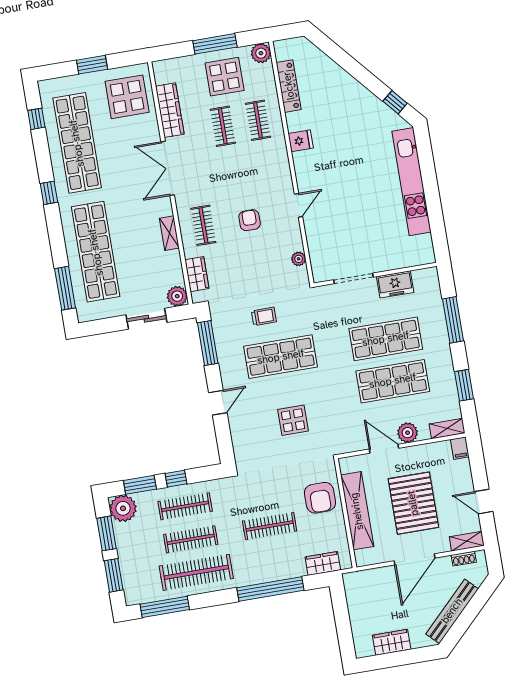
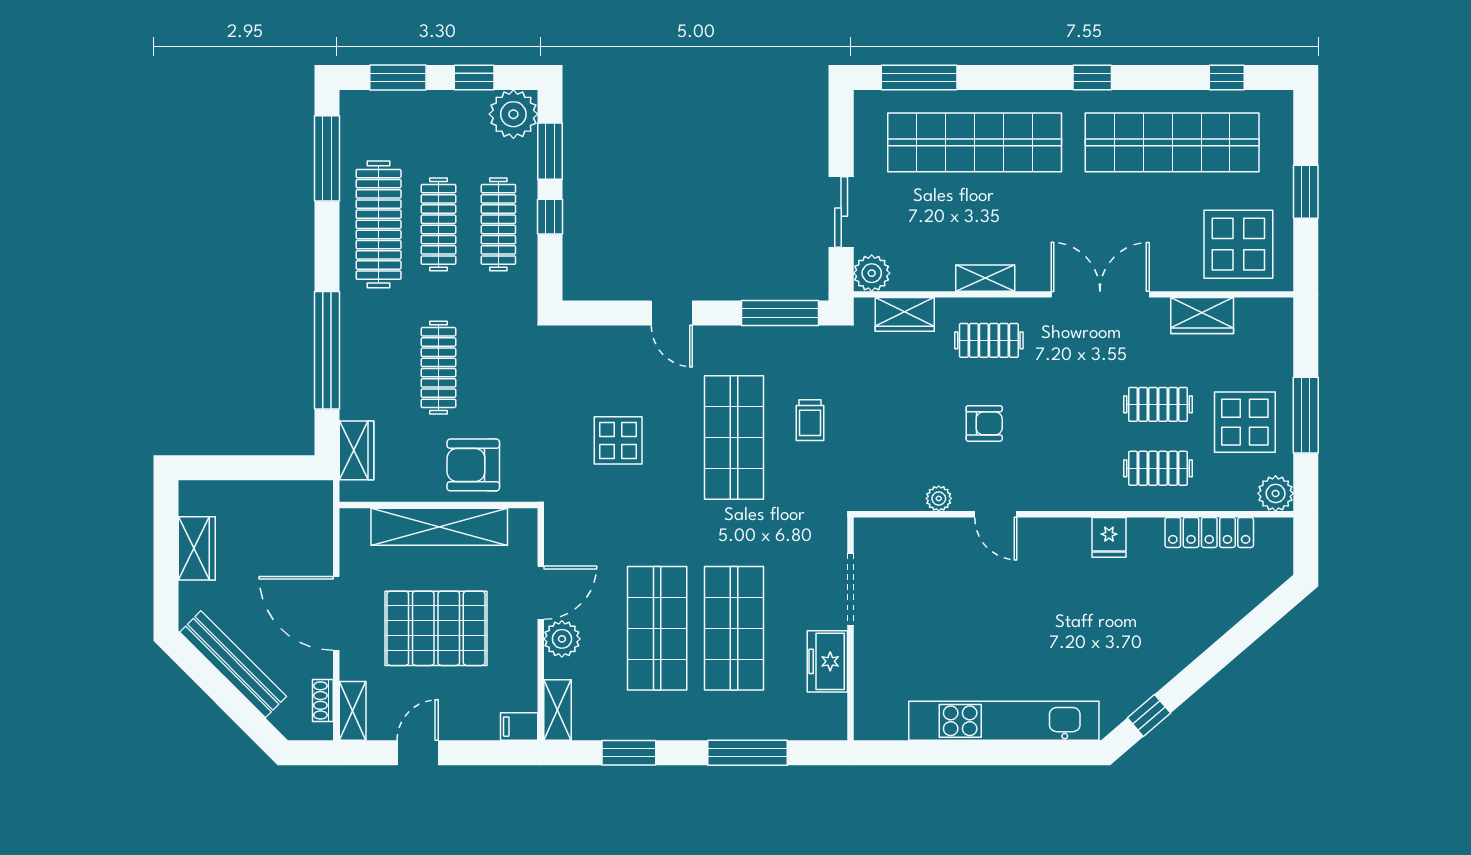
wardrobe: (170, 110) -> (1202, 316), width x0.67
plant: (299, 259) -> (939, 498), moved
window: (107, 533) -> (474, 78), width x0.67

